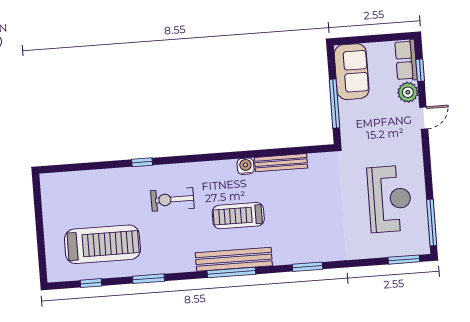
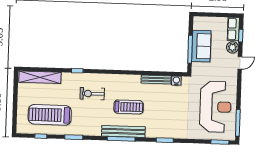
sofa: (352, 72) -> (201, 46), moved
water cooler: (246, 166) -> (176, 81), moved
shelving: (78, 181) -> (40, 77), added
reception desk: (390, 199) -> (215, 107), width x1.36, depth x1.30
treadmill: (238, 216) -> (129, 107), turned 180
treadmill: (102, 244) -> (50, 115), turned 180

